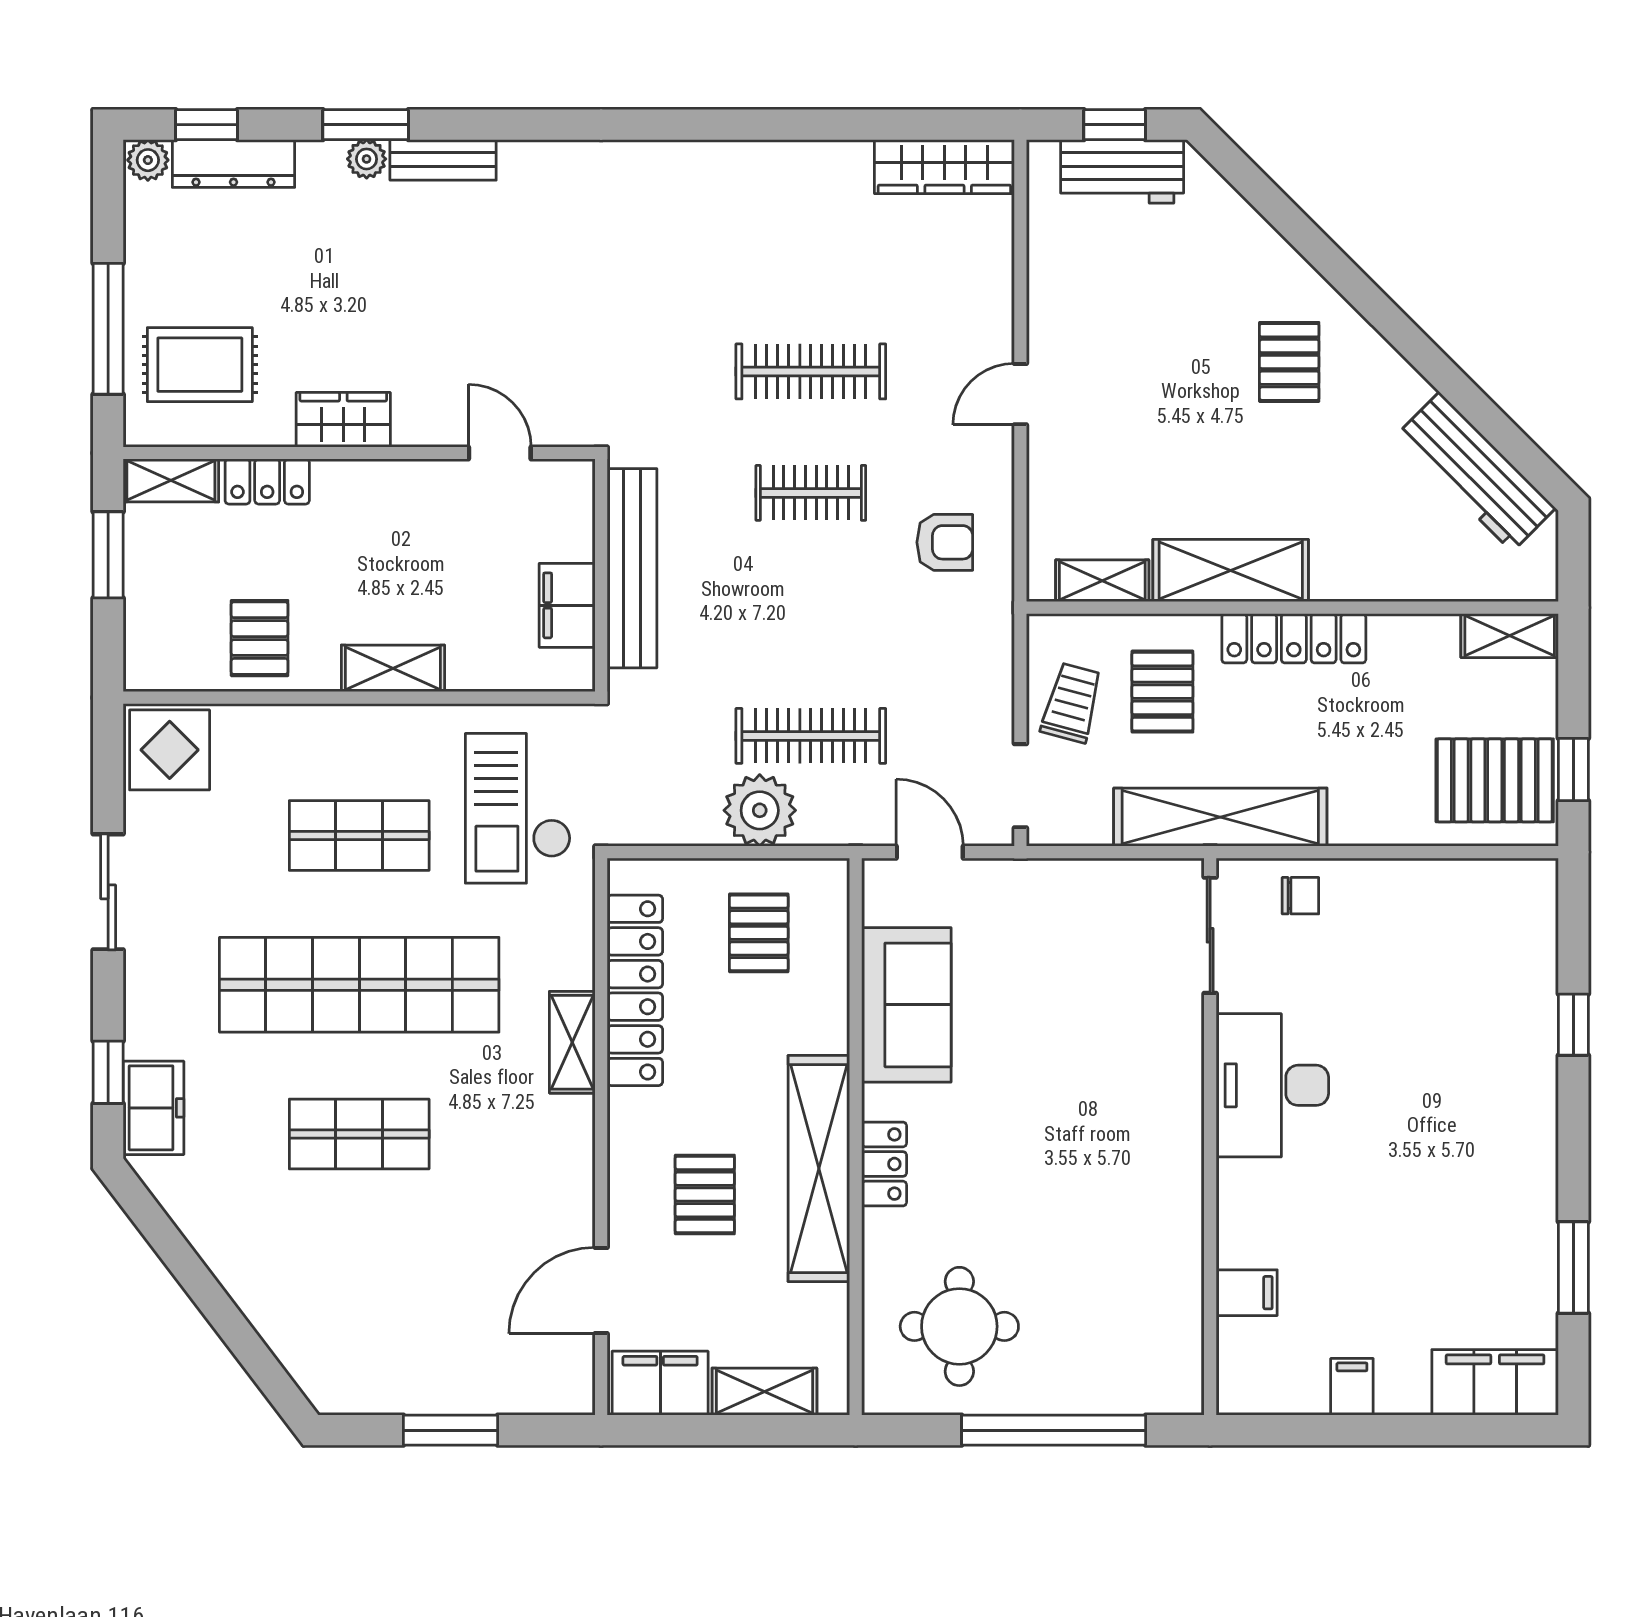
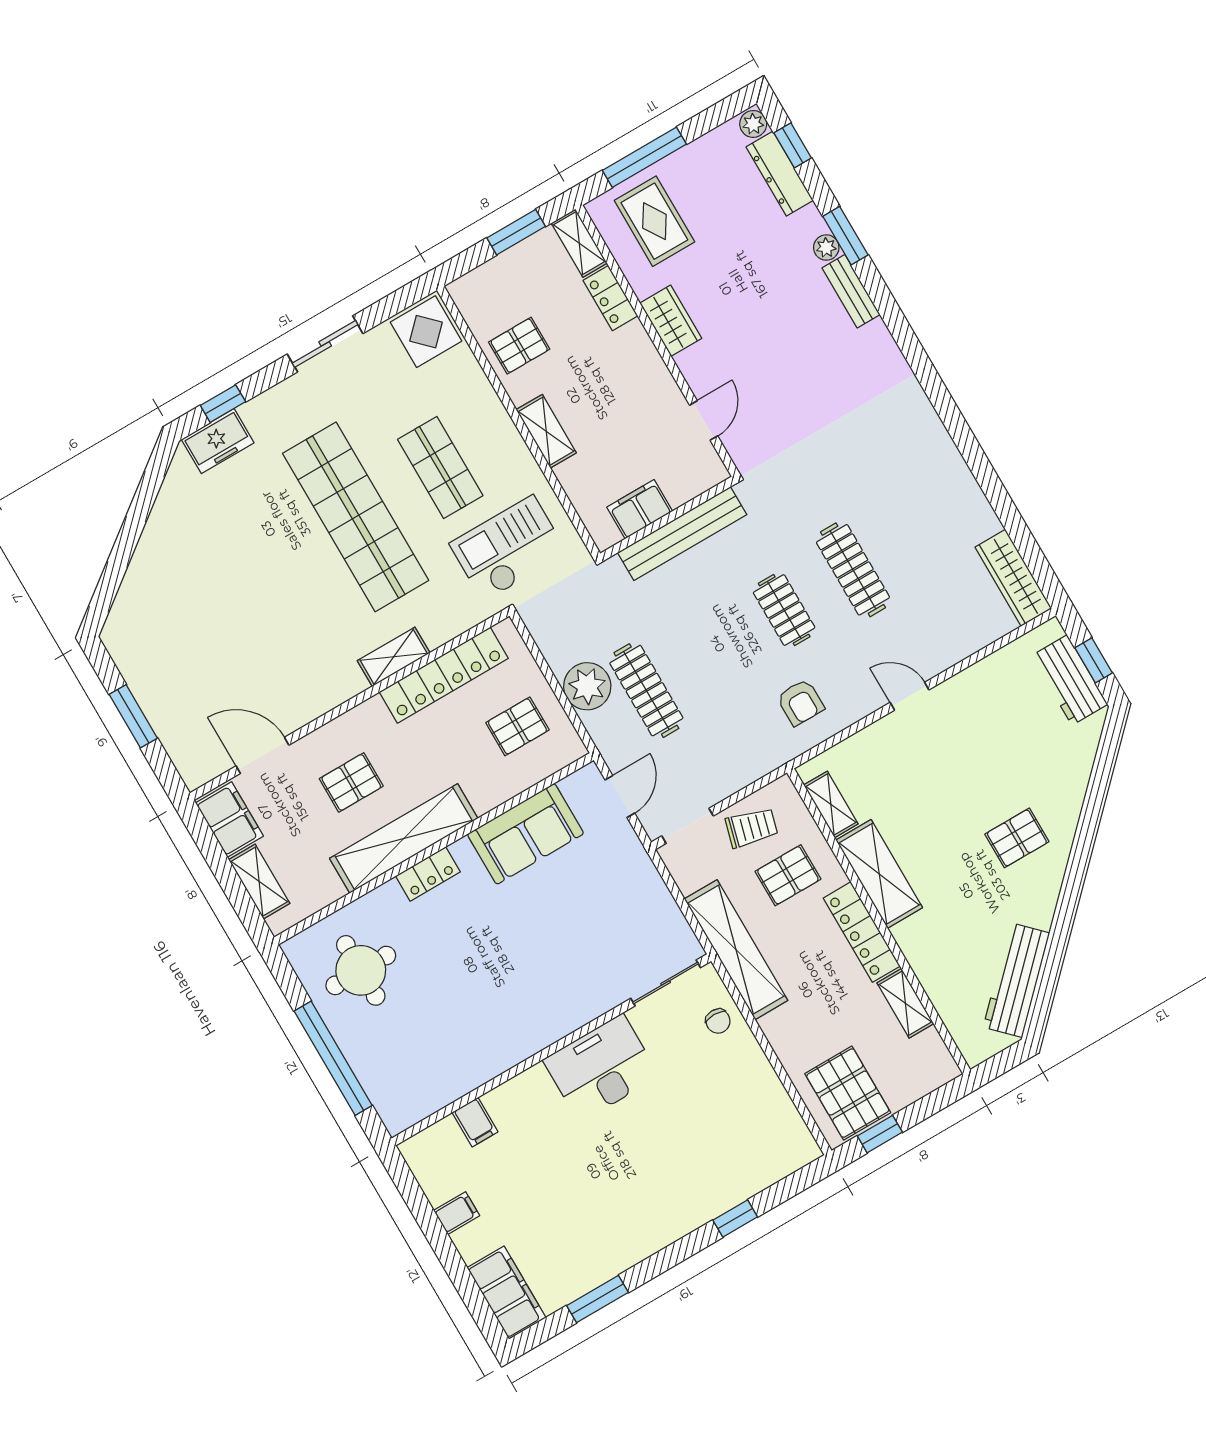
shelving: (1510, 636) -> (905, 1003), moved
shop shelf: (359, 1134) -> (271, 566), removed

